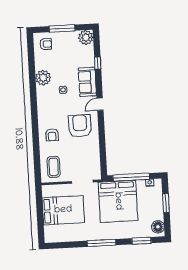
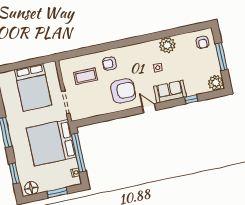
coffee table: (54, 167) -> (86, 76), moved

